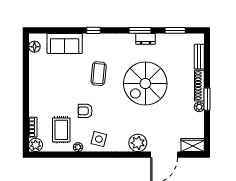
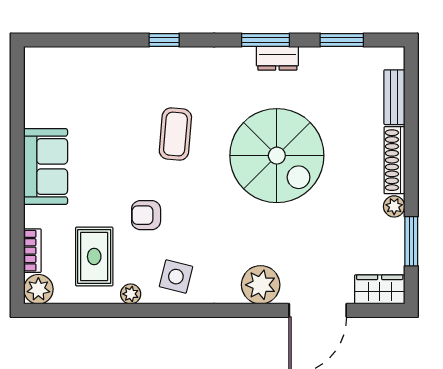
sofa: (65, 43) -> (46, 167), moved, turned -90
floor lamp: (34, 47) -> (36, 76), removed
spiral stairs: (145, 83) -> (277, 156), turned -90
window: (207, 99) -> (411, 241), moved

